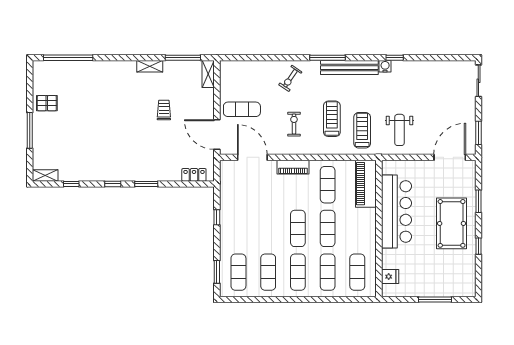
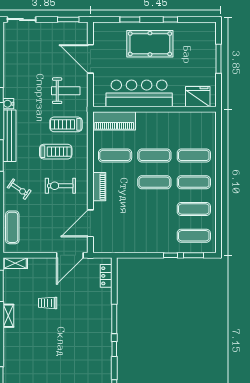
exercise mat: (242, 109) -> (12, 227), moved
treadmill: (332, 119) -> (56, 152), turned 180
exercise bike: (294, 124) -> (60, 186), width x1.38, depth x1.39
door: (450, 157) -> (90, 59), moved
window: (146, 184) -> (114, 319), width x1.44
window: (217, 217) -> (170, 255), moved
exercise mat: (357, 272) -> (194, 129), removed
fridge: (390, 277) -> (198, 97), width x1.88, depth x1.34

